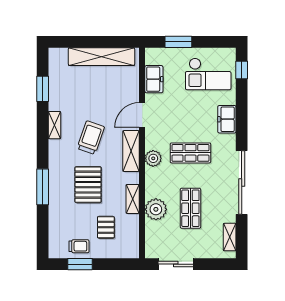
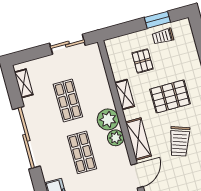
shop shelf: (190, 153) -> (82, 152), turned 90
pallet: (88, 185) -> (170, 96), turned 90
plant: (156, 209) -> (108, 119), moved

